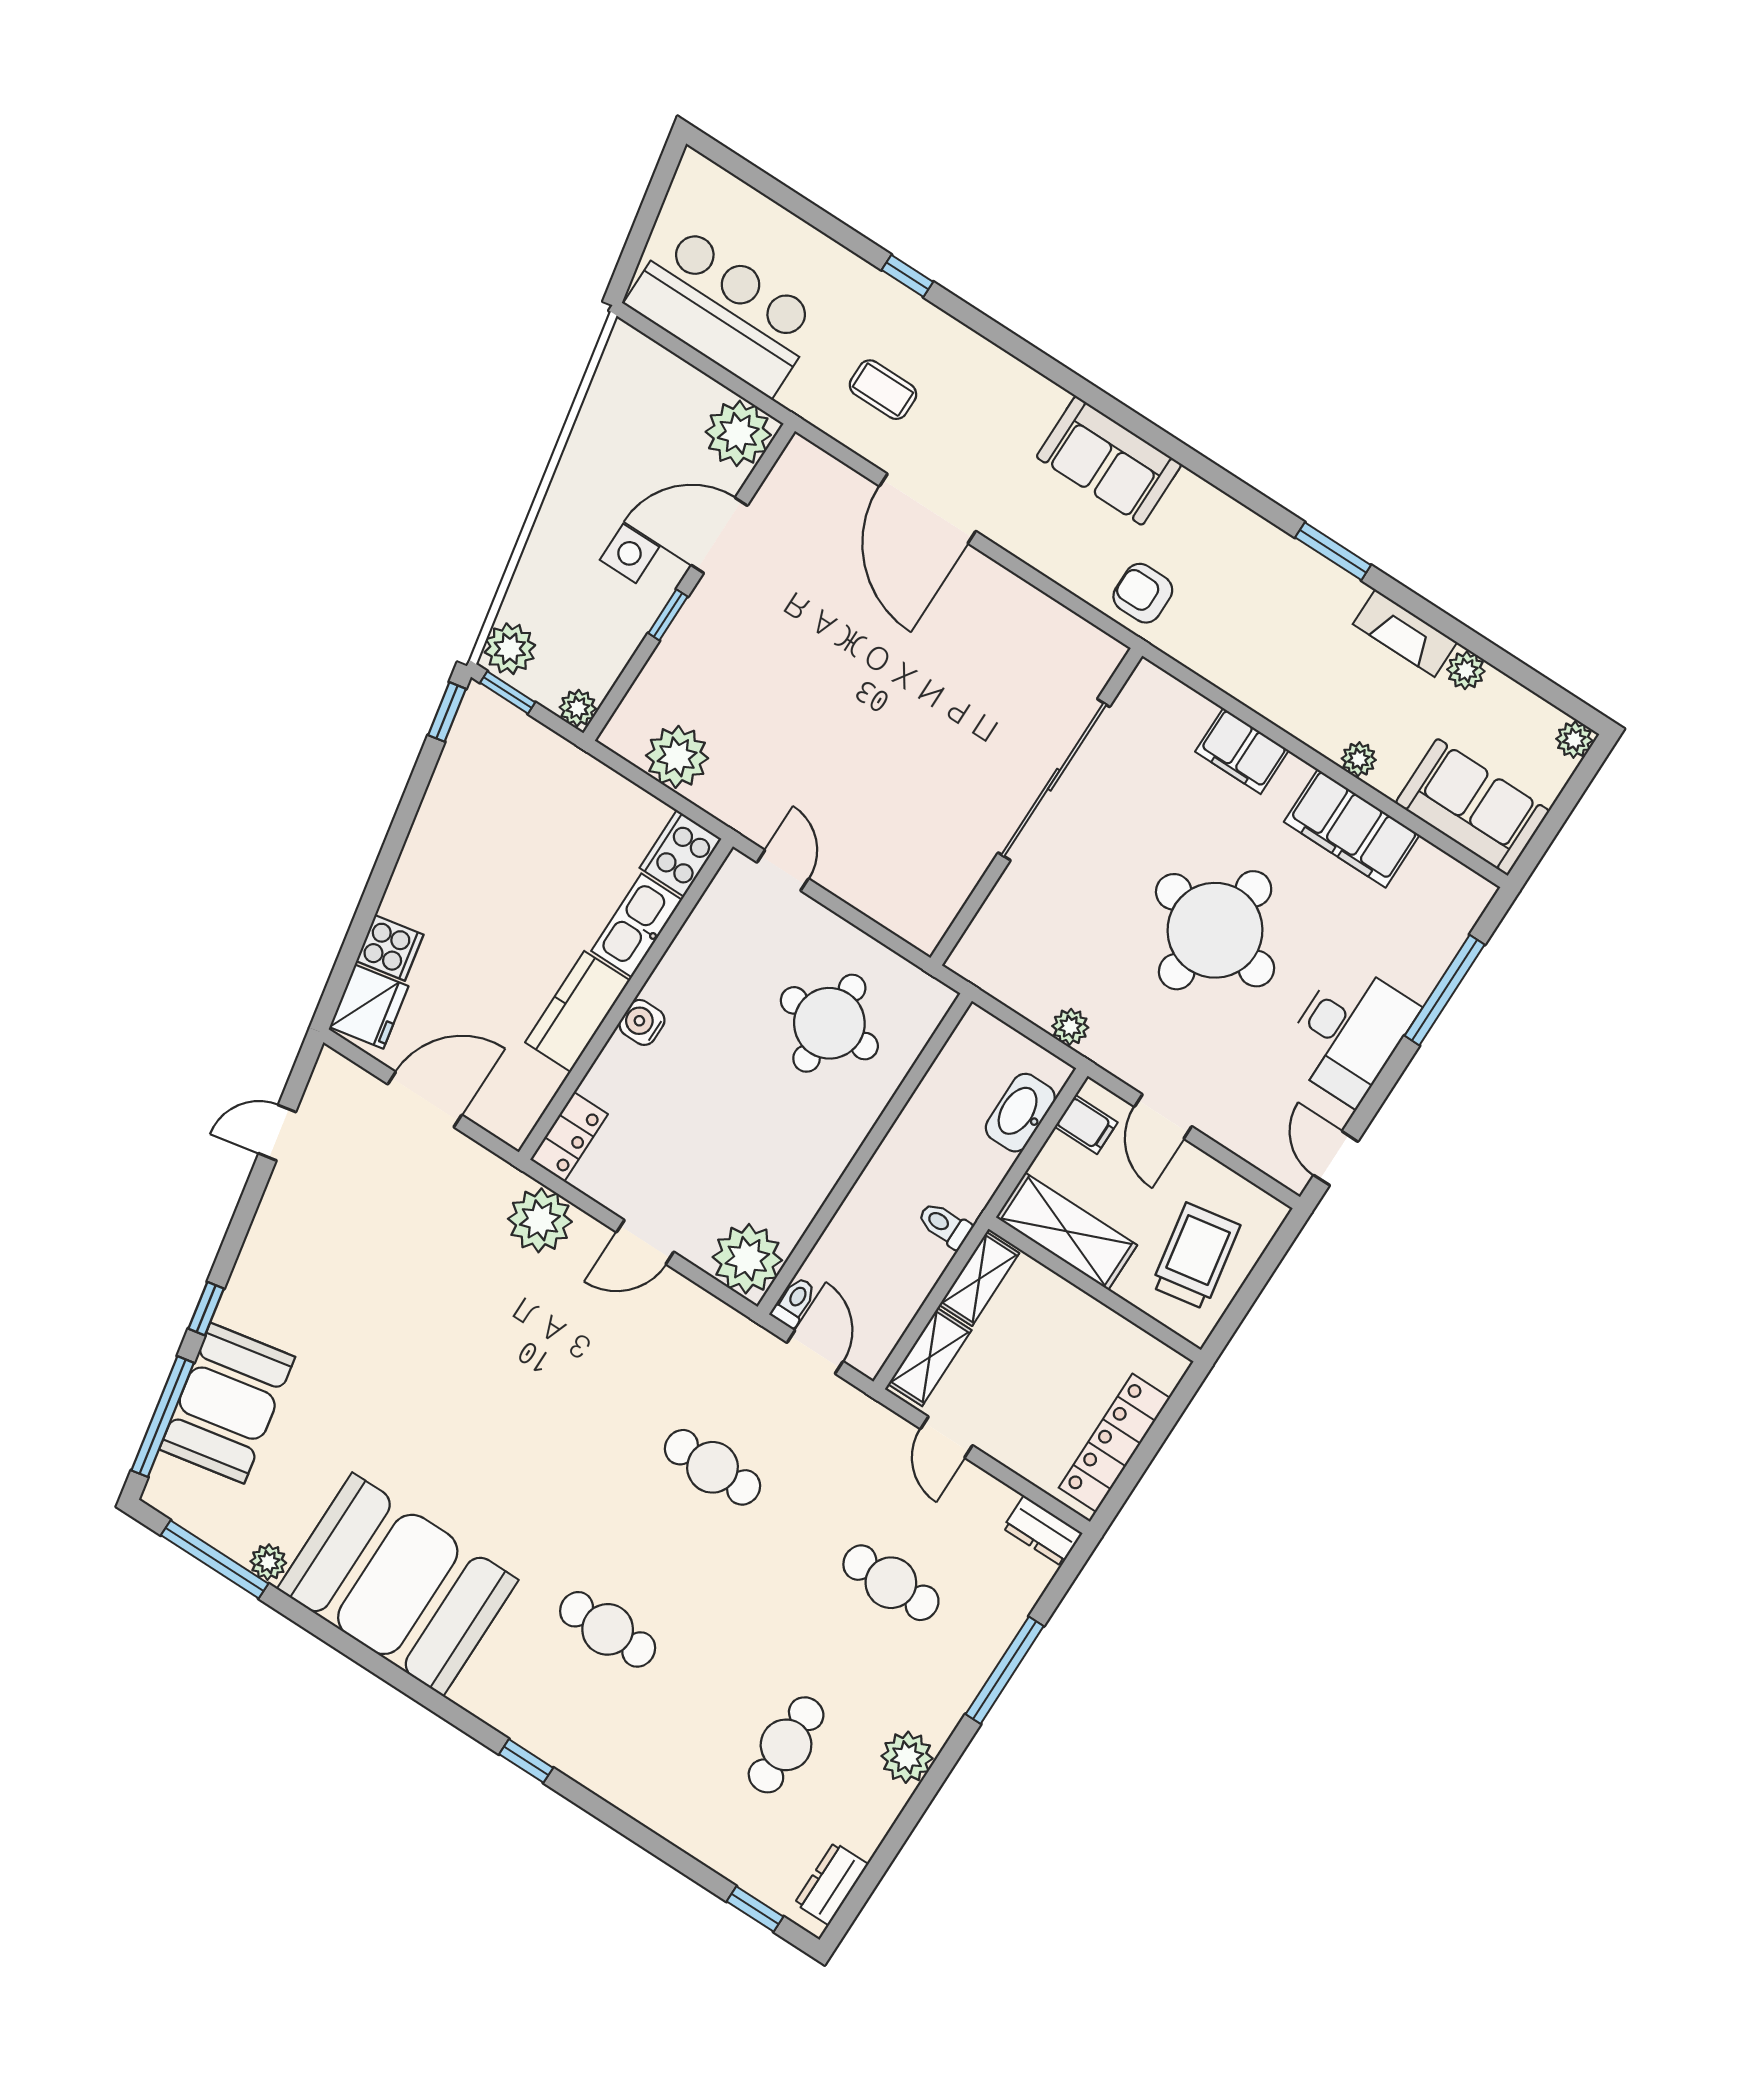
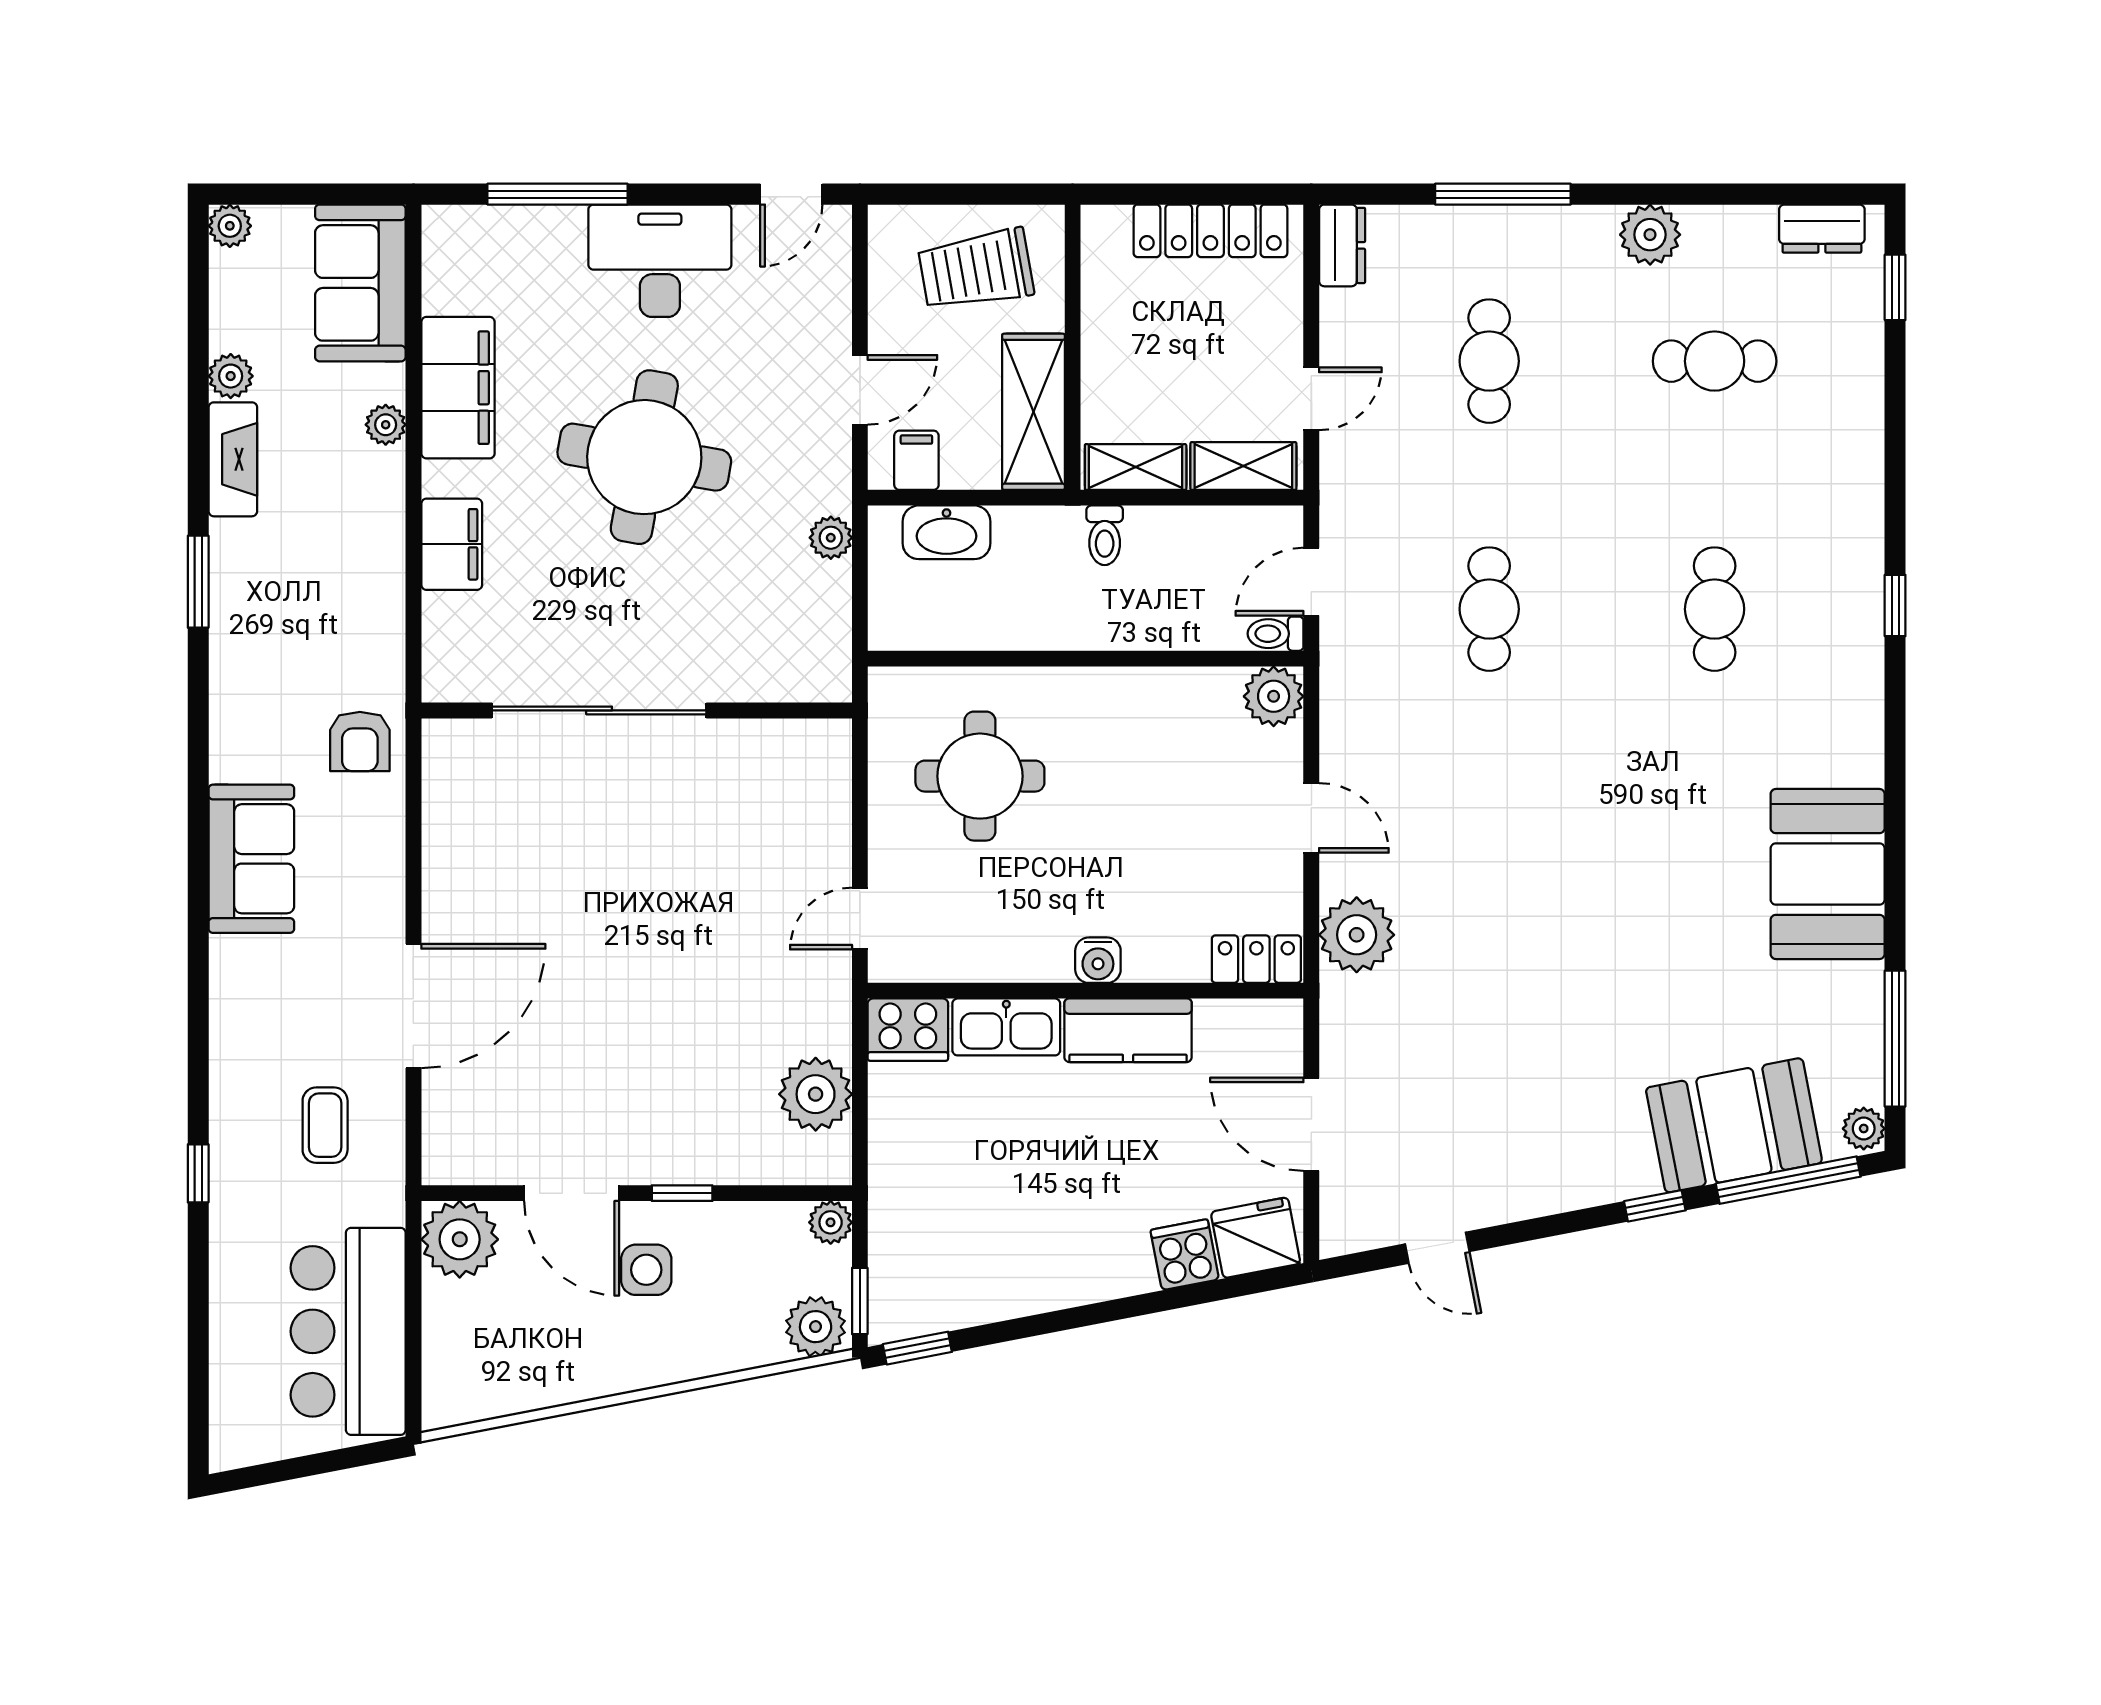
plant: (747, 1259) -> (1274, 696), width x0.73, depth x0.73
plant: (268, 1562) -> (1864, 1129), moved
booth: (398, 1584) -> (1828, 874), width x0.73, depth x0.70

